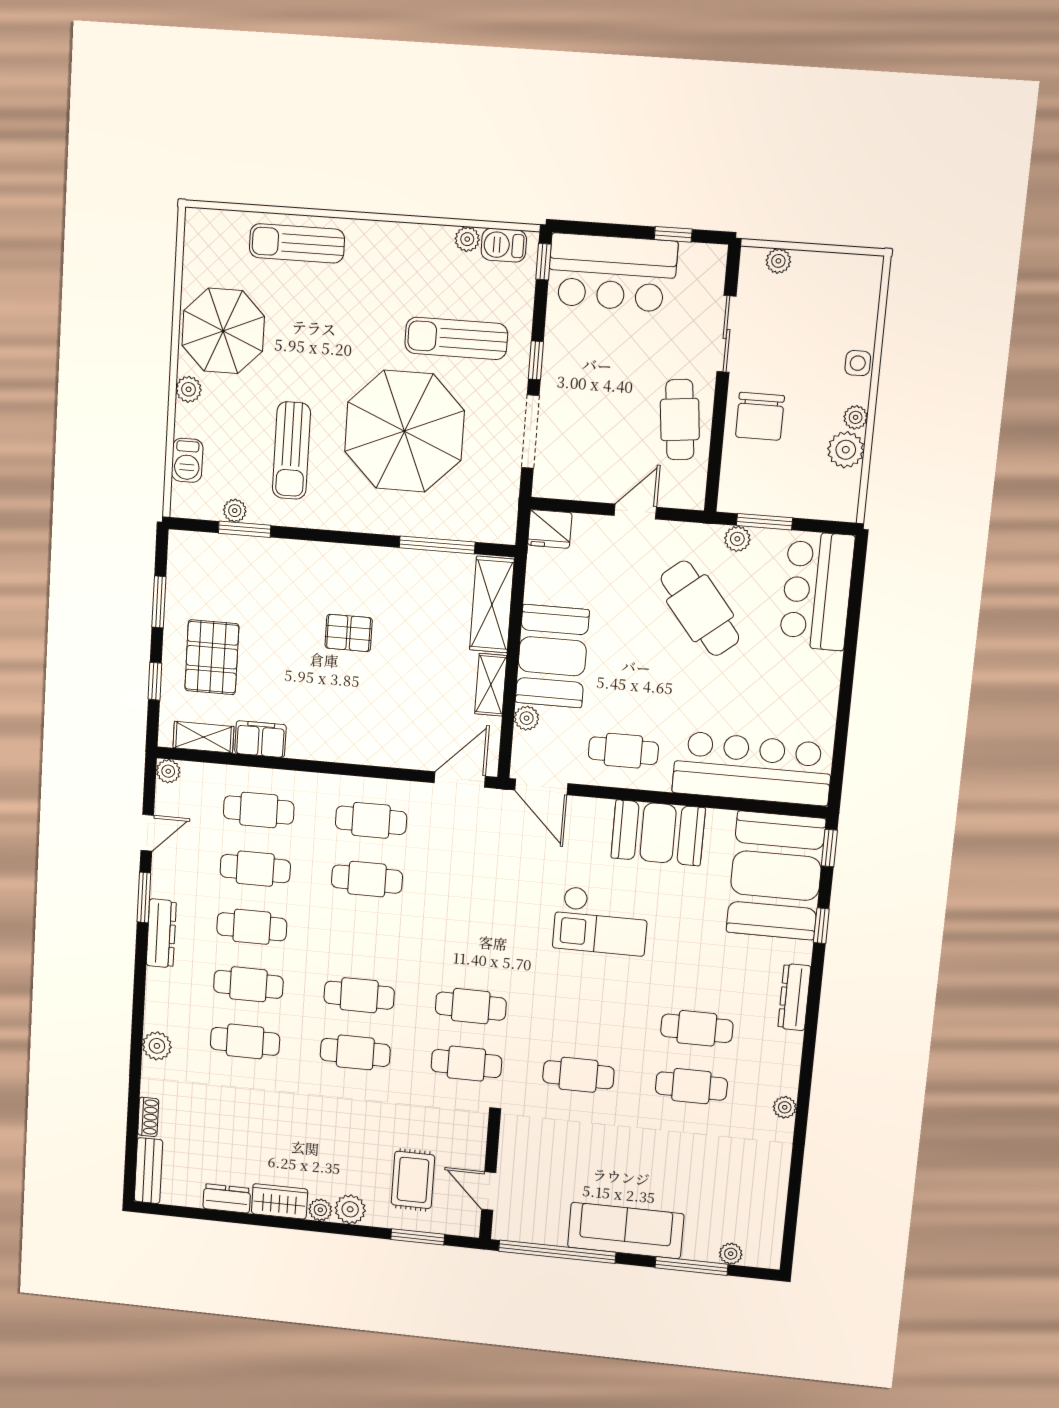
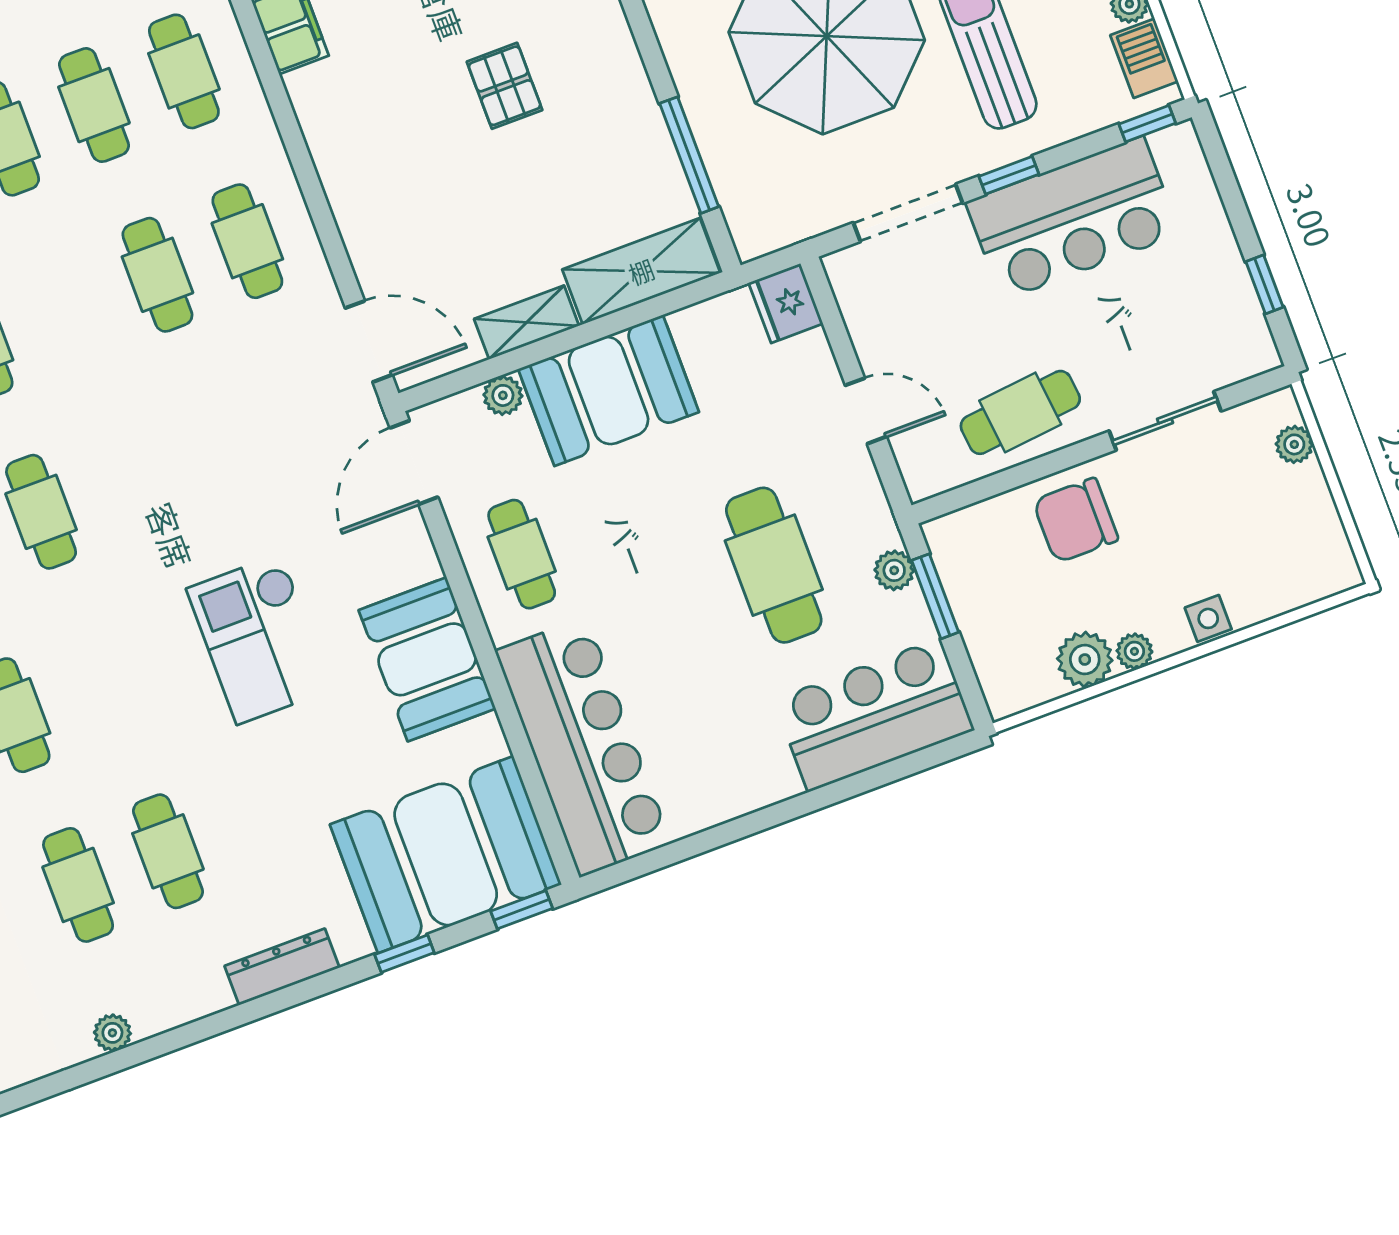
bar counter: (612, 273) -> (1073, 218), moved, turned -90
cafe table: (700, 608) -> (774, 565), turned -51

